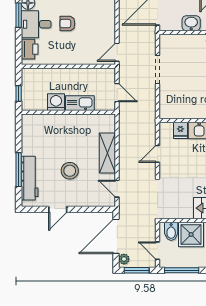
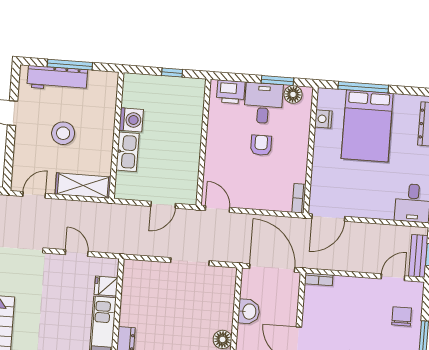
washing machine: (56, 102) -> (131, 120), moved
kitchen sink: (80, 103) -> (127, 152), moved
wall: (68, 112) -> (116, 135), moved

